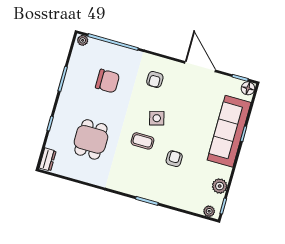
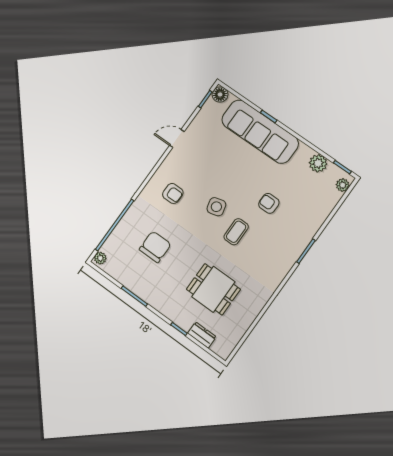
door: (200, 67) -> (177, 139), width x0.53
dresser: (48, 159) -> (202, 335), moved

